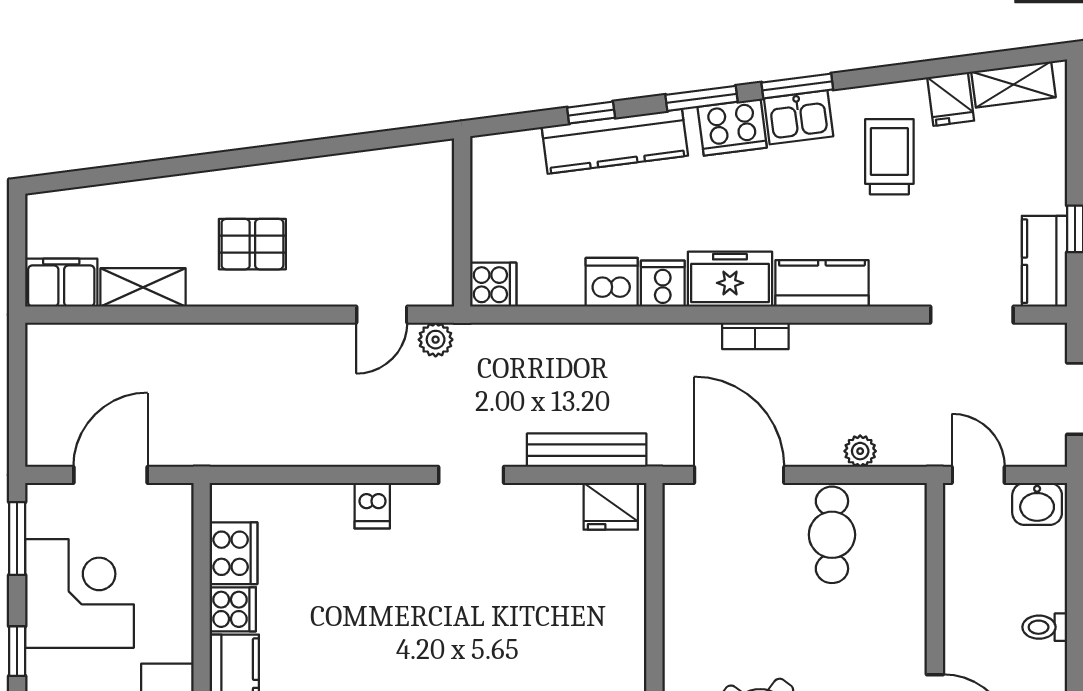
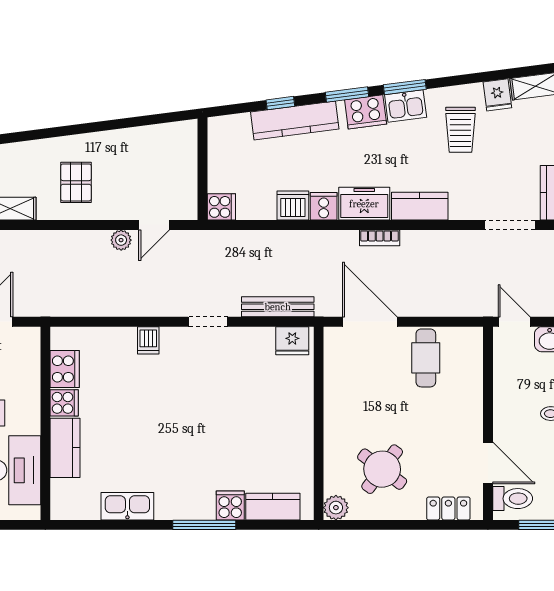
trolley: (889, 157) -> (460, 130), turned 180
pallet: (252, 244) -> (76, 182), turned 90
plant: (436, 340) -> (121, 240), moved
plant: (860, 451) -> (443, 307), removed

